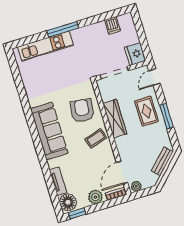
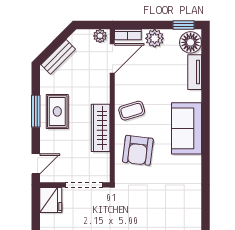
rug: (146, 111) -> (57, 111), moved
sofa: (49, 131) -> (186, 128), width x0.73

